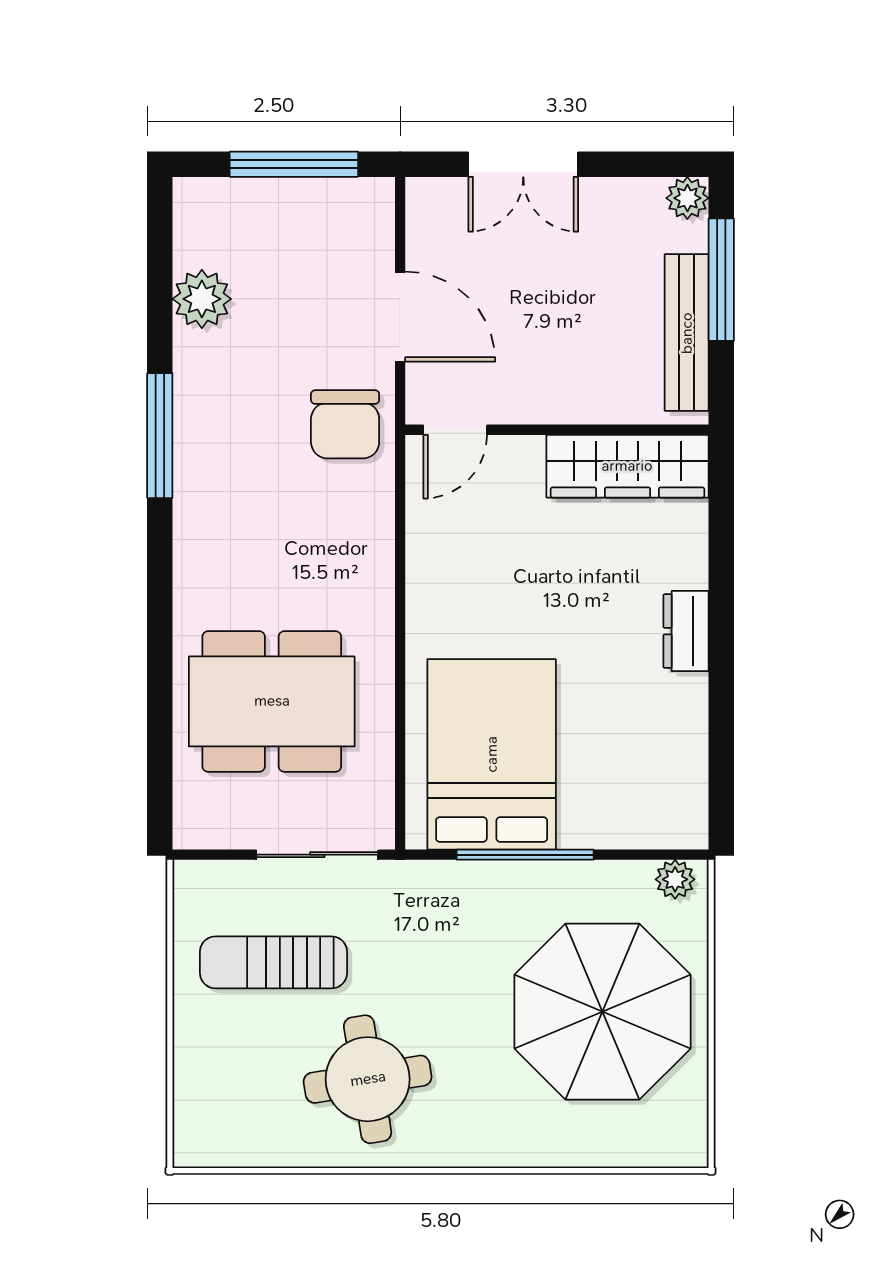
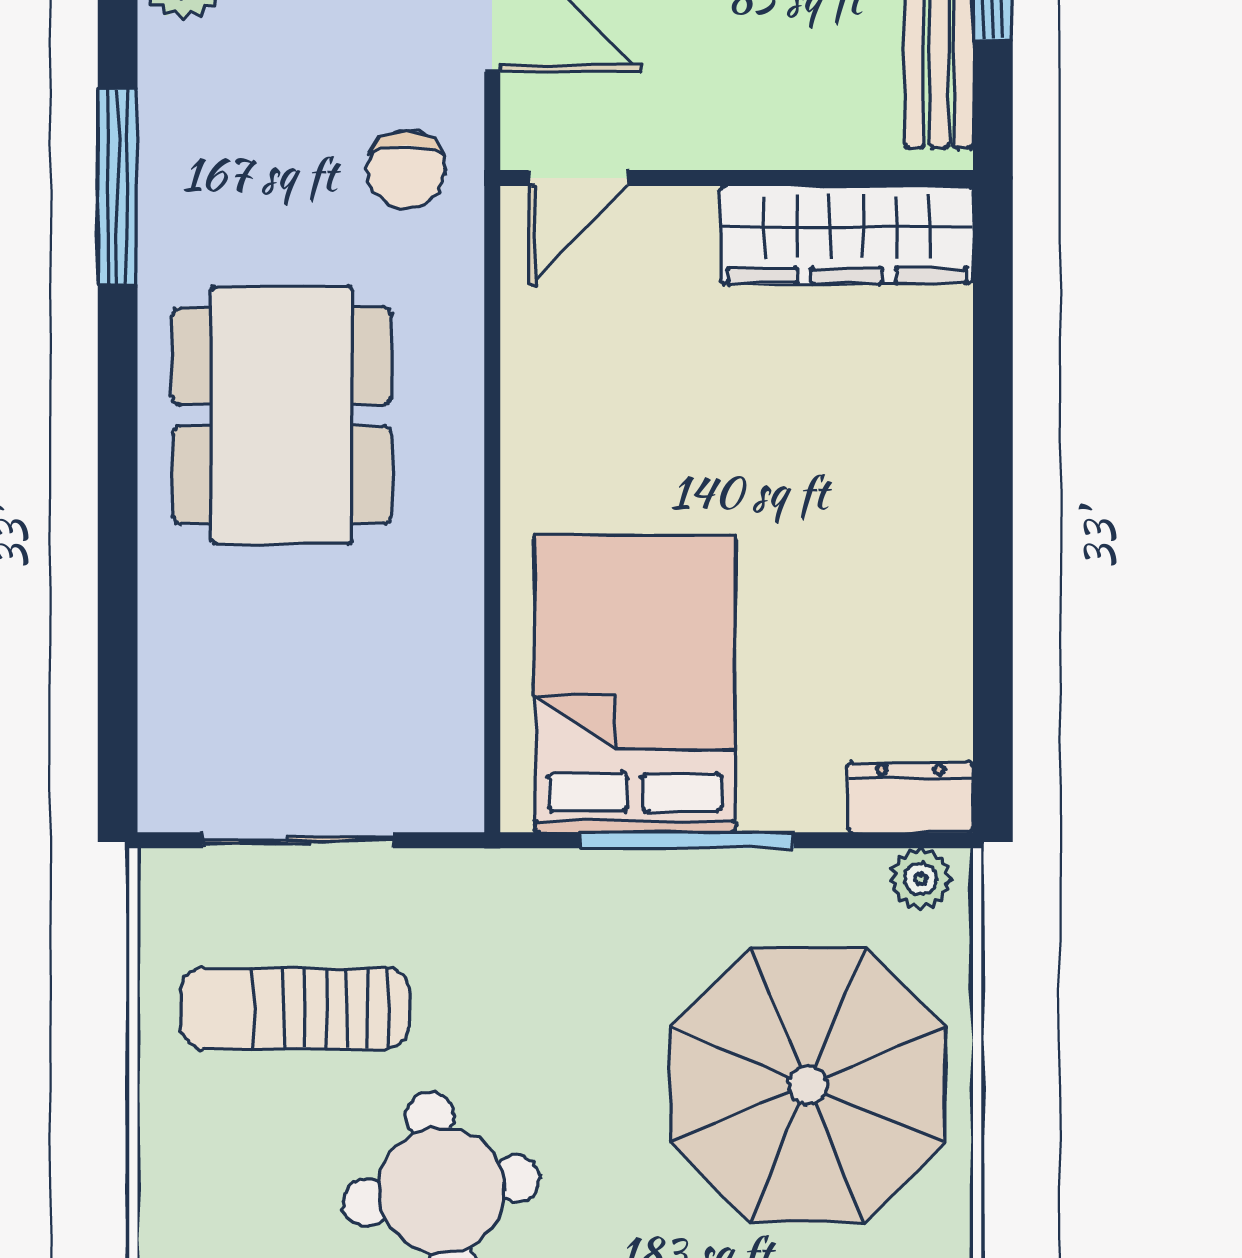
chair: (345, 424) -> (406, 169), width x0.73, depth x0.73
dresser: (686, 631) -> (911, 797), moved, turned 90
dining table: (272, 701) -> (282, 415), moved, turned 90
sliding door: (317, 855) -> (298, 840), moved

